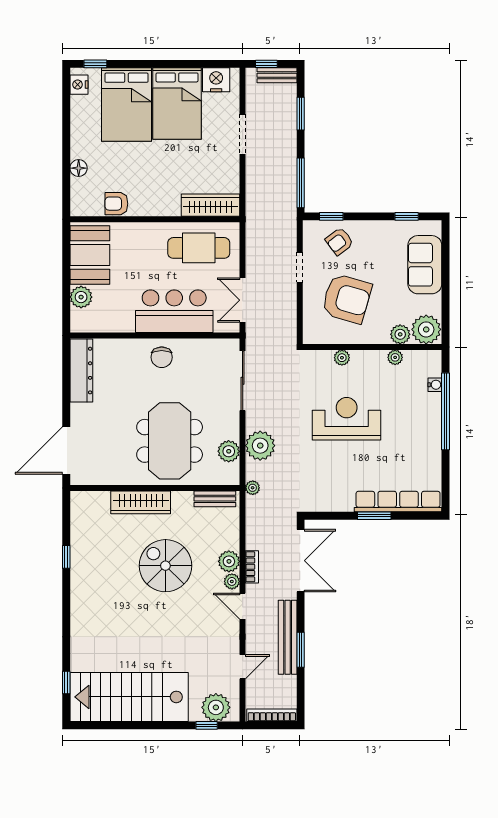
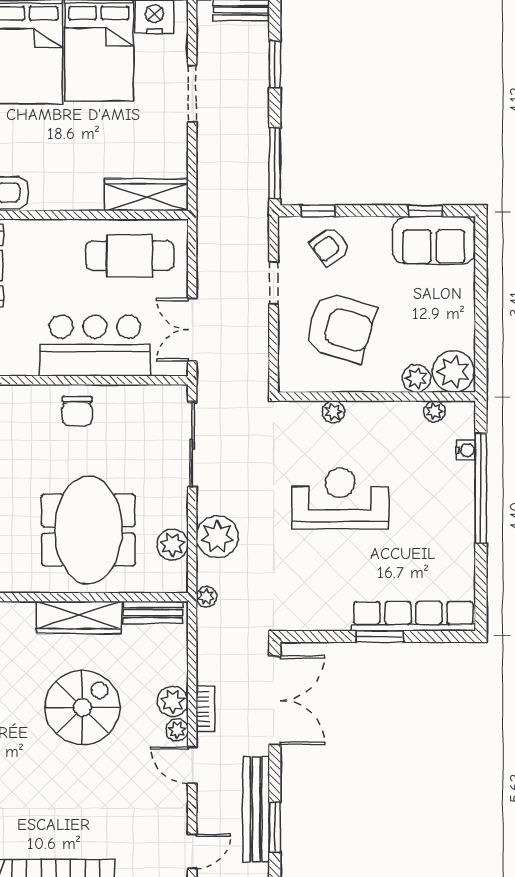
sofa: (425, 265) -> (434, 240), moved, turned -90
plant: (395, 357) -> (434, 411), moved
wardrobe: (141, 502) -> (79, 618), moved
spiral stairs: (165, 566) -> (82, 707), turned 90

